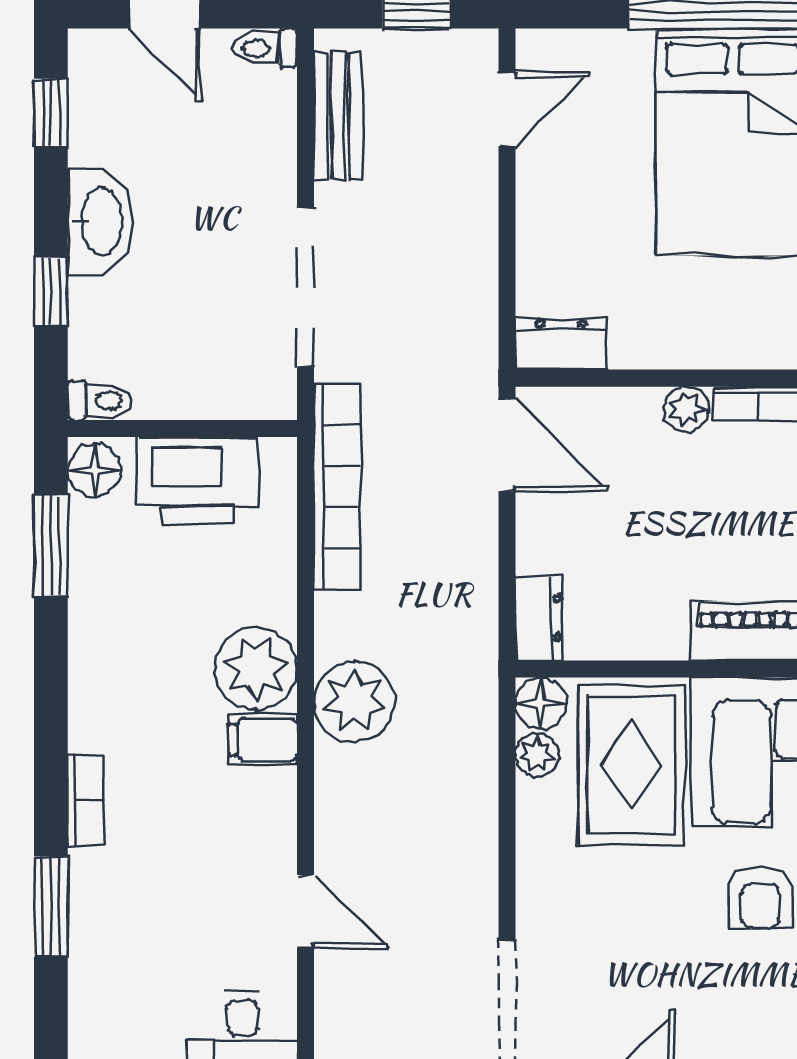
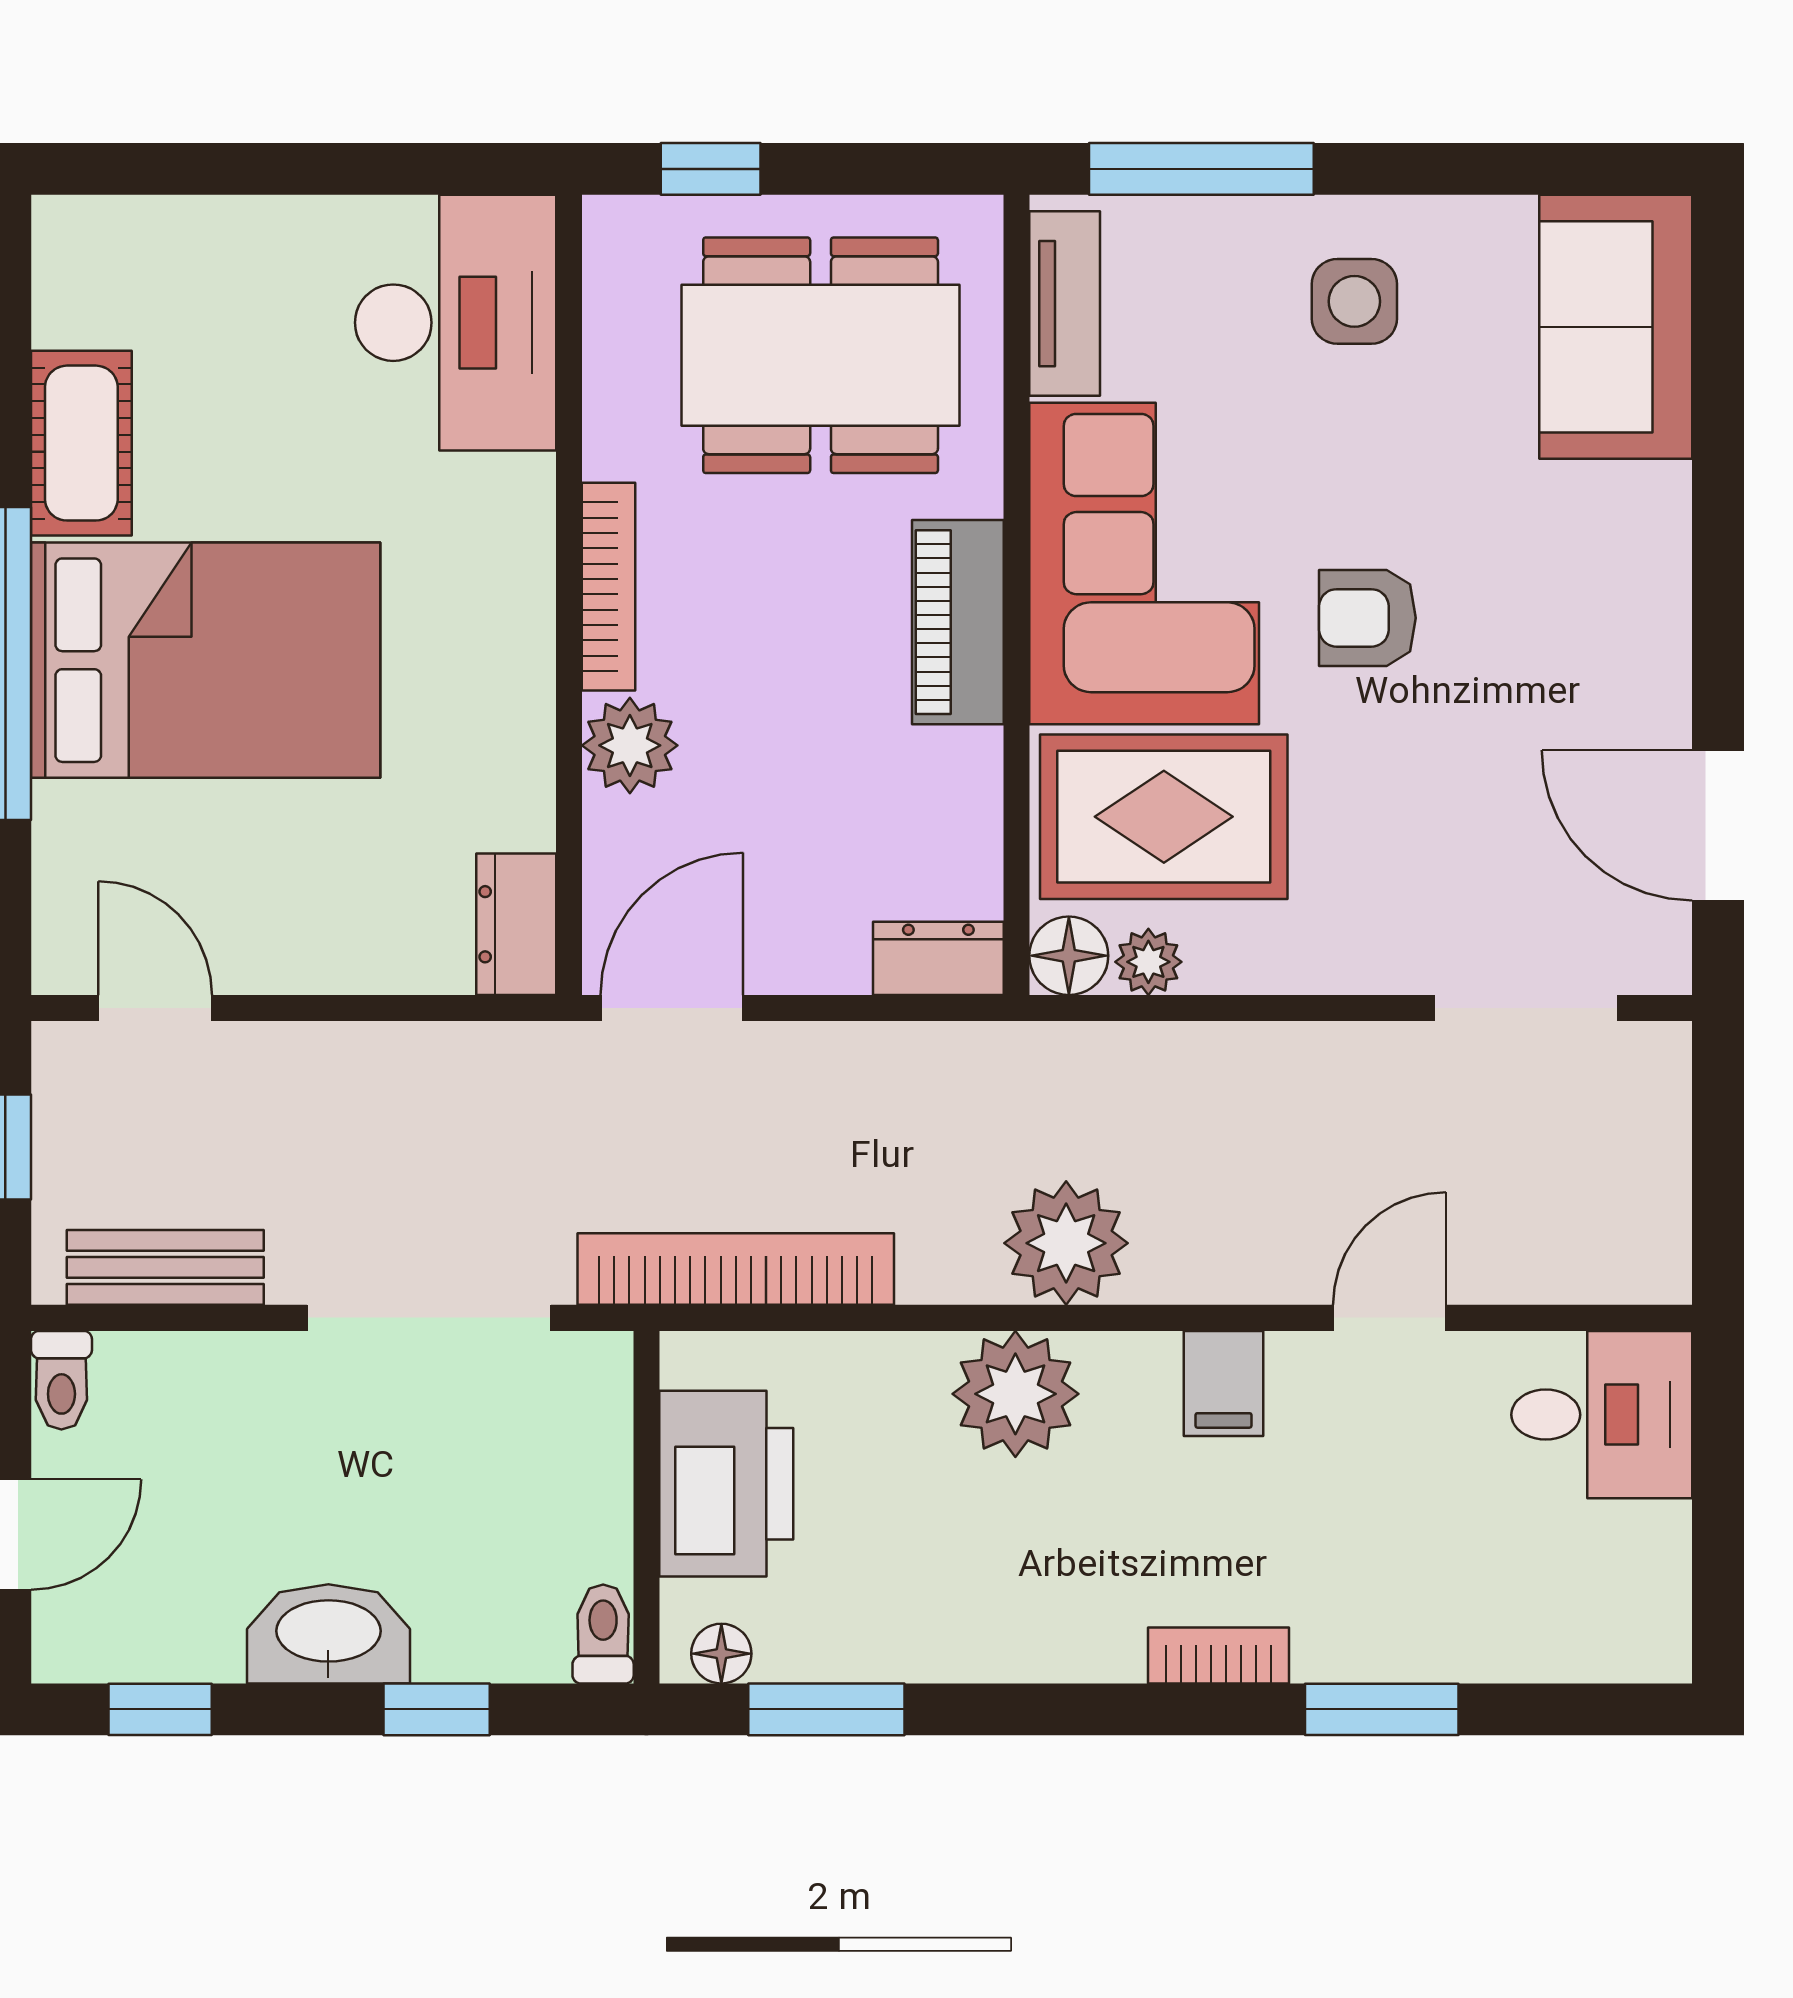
plant: (686, 409) -> (630, 745), width x1.38, depth x1.38
floor lamp: (94, 470) -> (721, 1654), width x0.73, depth x0.73
filing cabinet: (263, 740) -> (1223, 1383), moved
armchair: (761, 897) -> (1367, 618), turned 180

